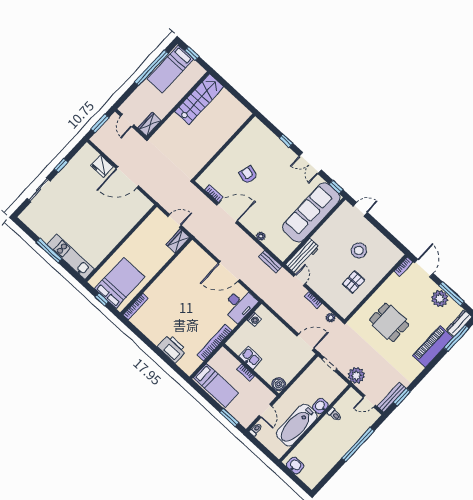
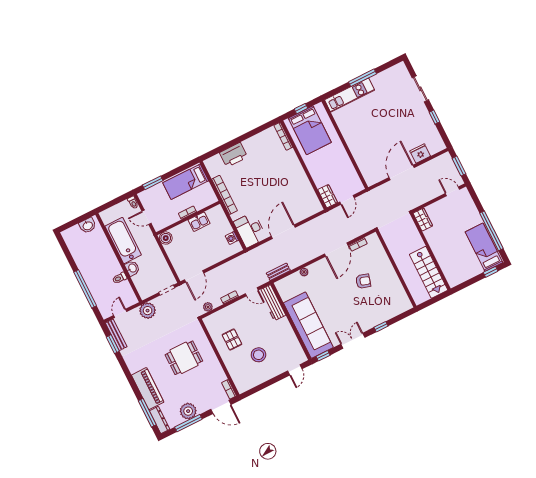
stairs: (199, 99) -> (429, 272), moved
wall: (178, 105) -> (430, 252), moved
wardrobe: (150, 124) -> (423, 219), moved

